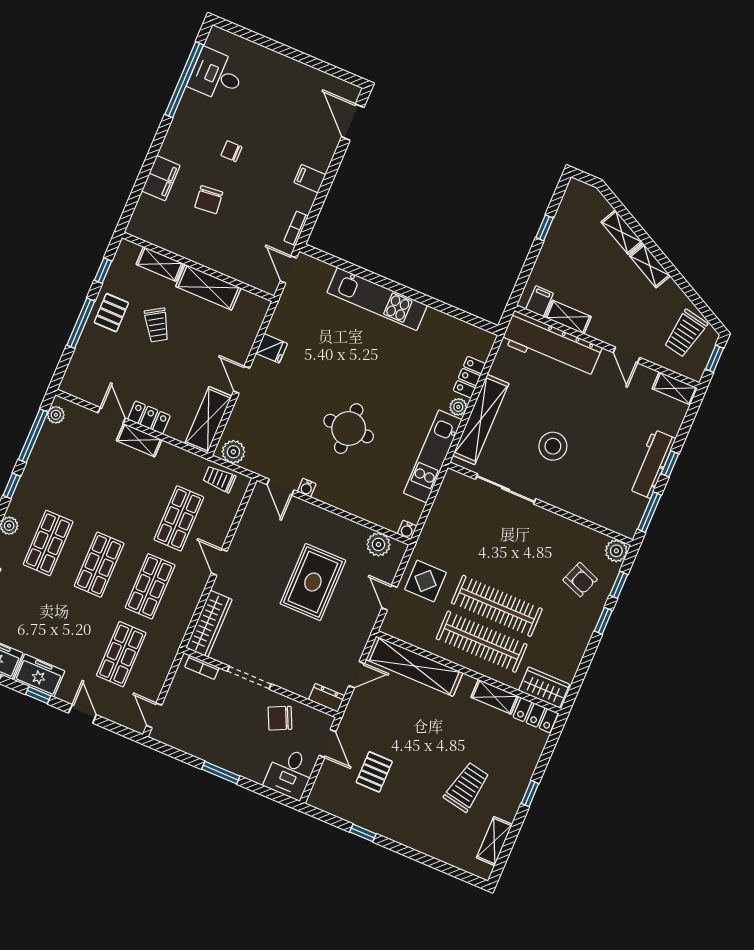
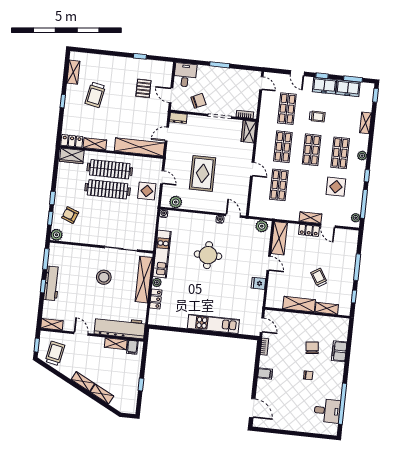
pallet: (111, 313) -> (343, 277), removed
trolley: (219, 479) -> (317, 116), moved
display table: (75, 483) -> (336, 187), added
wardrobe: (209, 624) -> (249, 132), width x0.67

